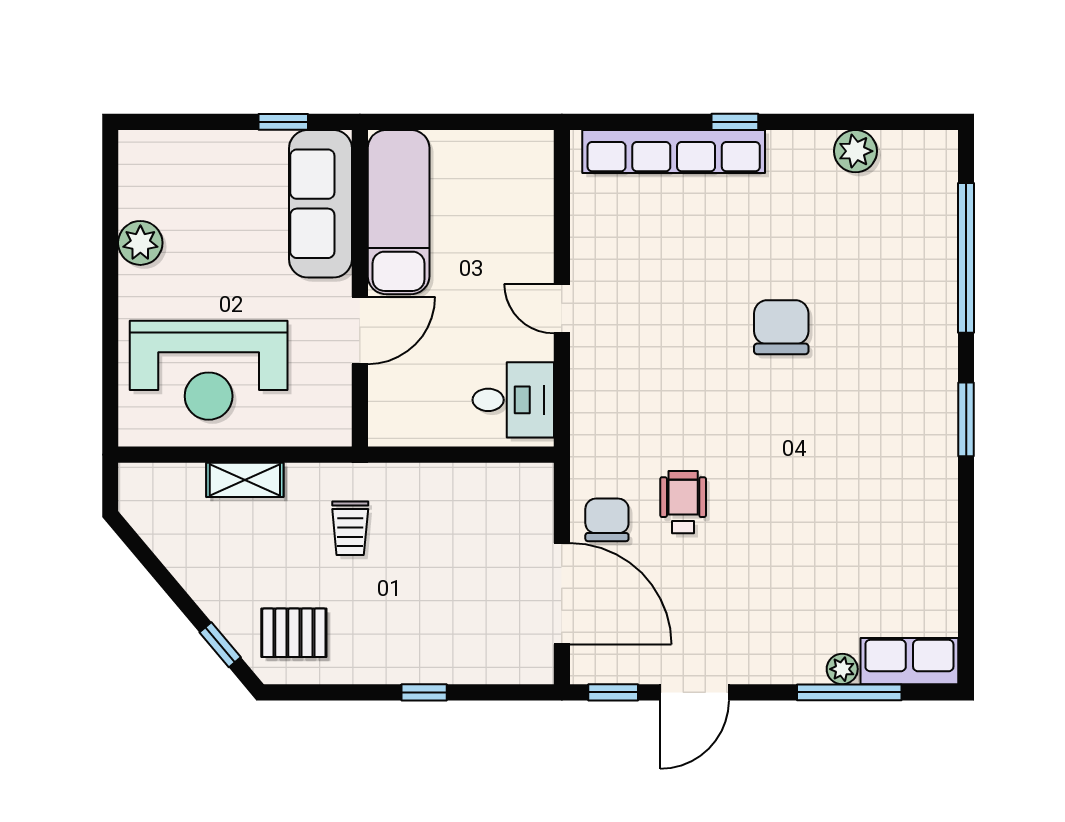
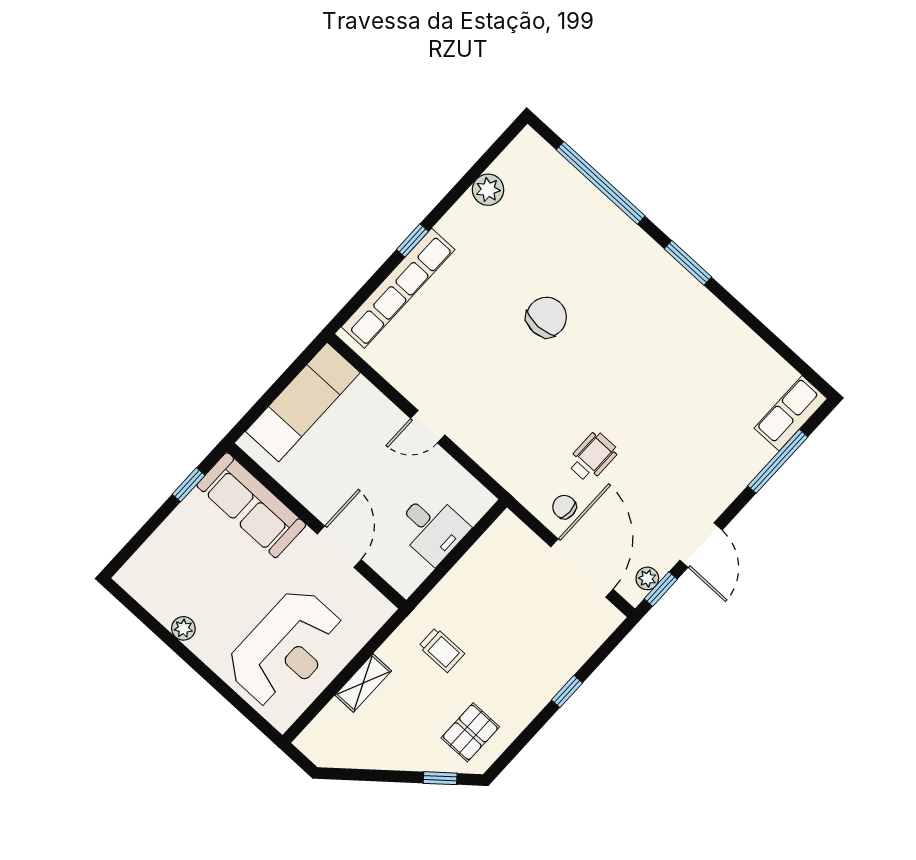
exam couch: (399, 212) -> (303, 402), moved, turned 90
plant: (140, 243) -> (183, 628), width x0.73, depth x0.73
chair: (781, 327) -> (546, 317), turned 90
desk: (513, 400) -> (432, 528), moved, turned 90
wheelchair: (683, 502) -> (592, 457), turned 90
chair: (607, 520) -> (564, 507), width x0.73, depth x0.73
door: (562, 594) -> (582, 568), hinge flipped
plant: (842, 669) -> (647, 578), moved

